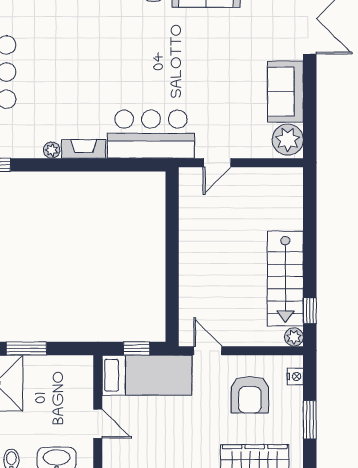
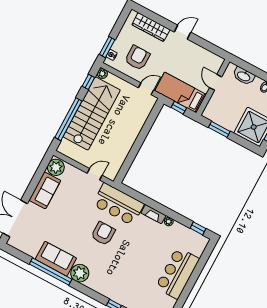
armchair: (150, 72) -> (103, 234), added
window: (310, 231) -> (68, 119), added
stairs: (285, 279) -> (92, 113), width x1.36, depth x1.51
window: (26, 348) -> (219, 129), moved
door: (208, 351) -> (146, 89), swing flipped
window: (310, 420) -> (107, 47), moved

